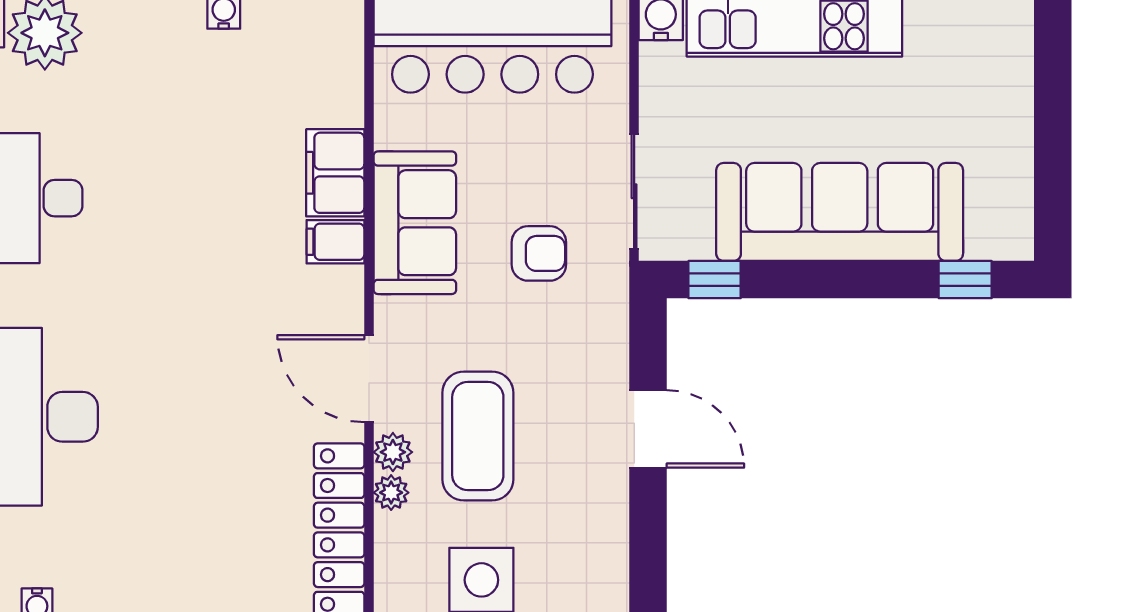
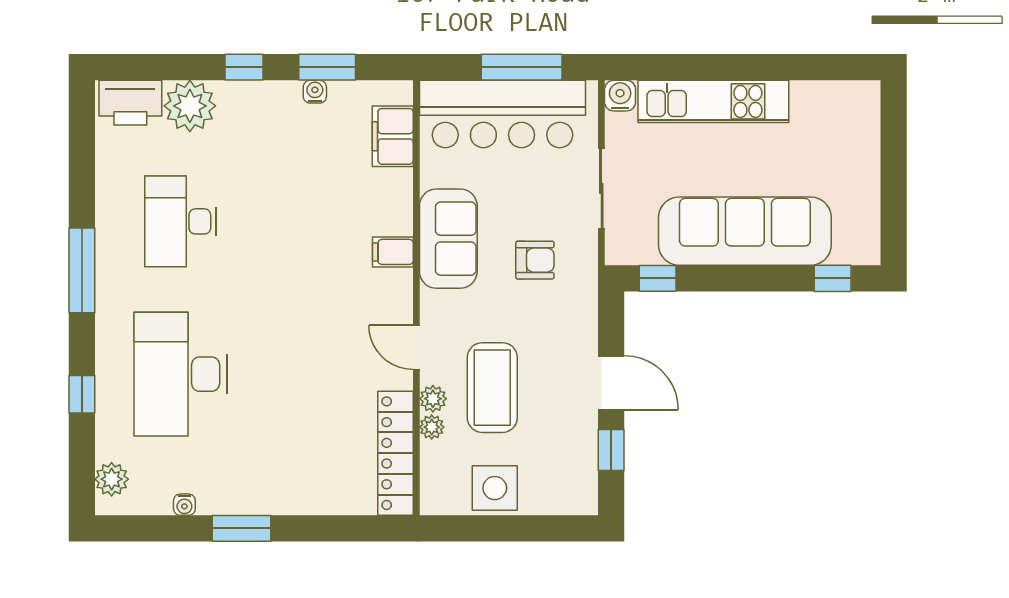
filing cabinet: (335, 173) -> (393, 136), moved
sliding door: (634, 191) -> (601, 188), moved
door: (369, 379) -> (416, 347), width x0.73
window: (648, 526) -> (611, 450), added

